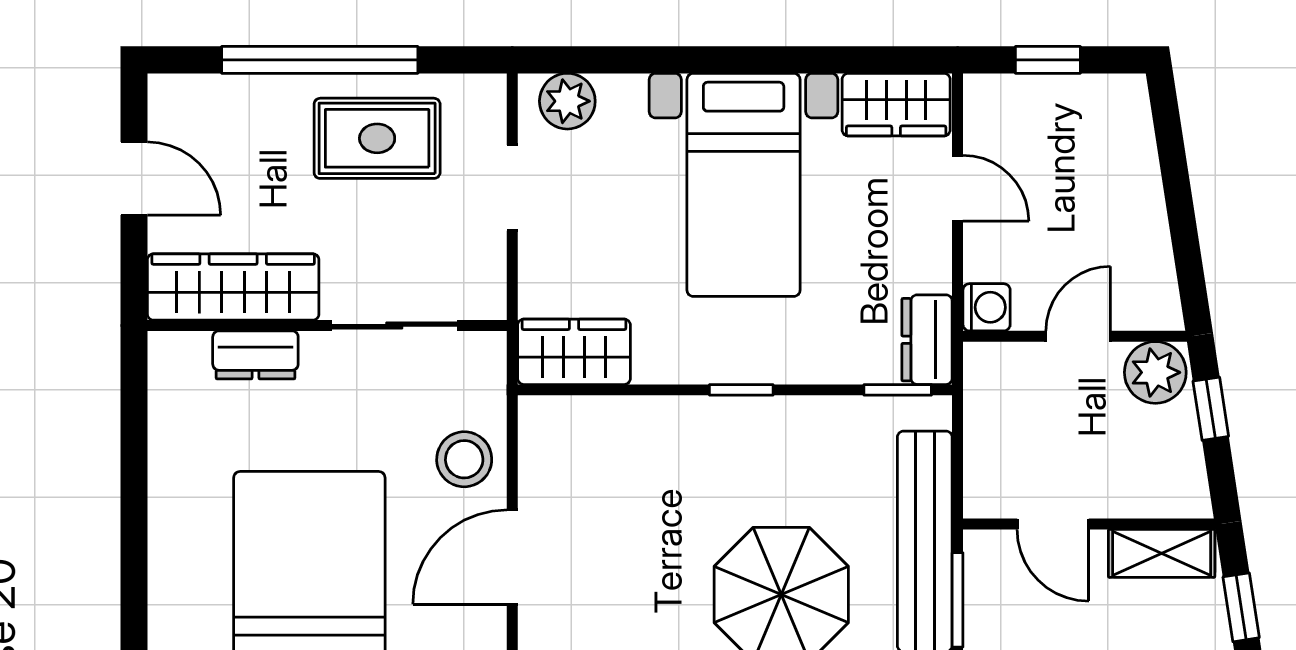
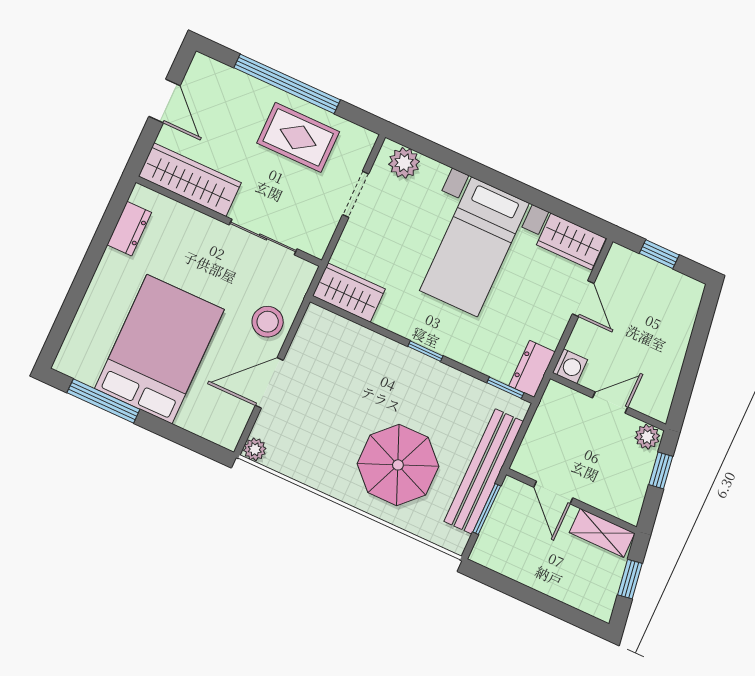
dresser: (255, 355) -> (129, 229), moved, turned -90
plant: (1155, 372) -> (647, 437), width x0.73, depth x0.73

